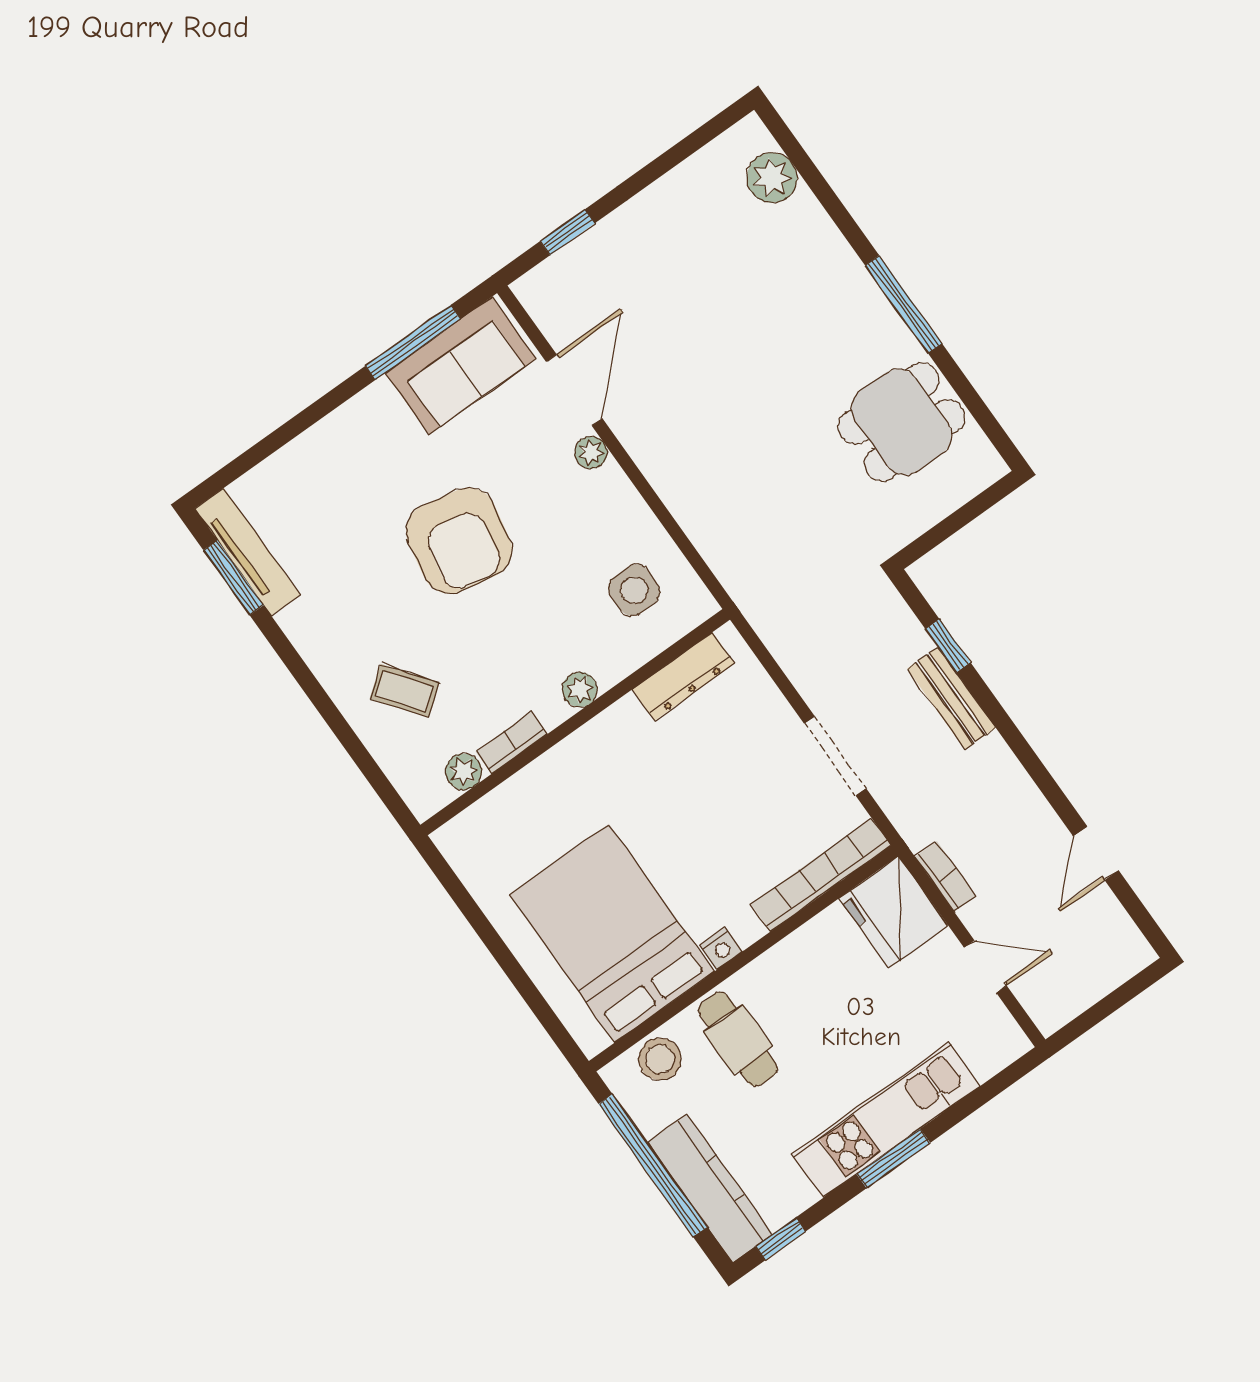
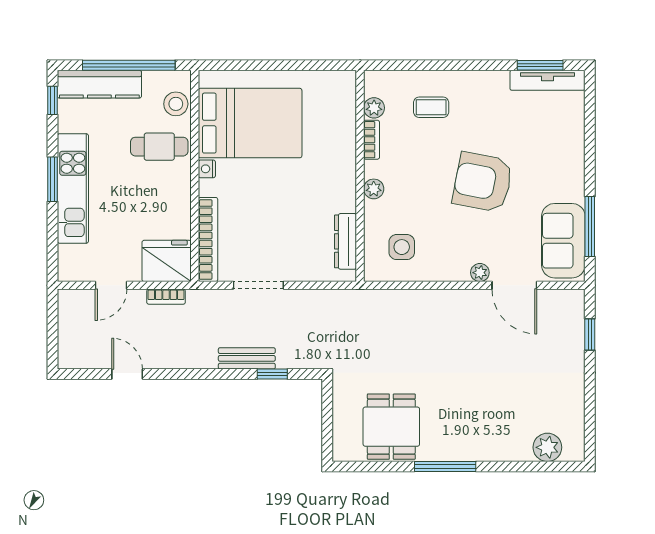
coffee table: (405, 691) -> (431, 107), turned 37

